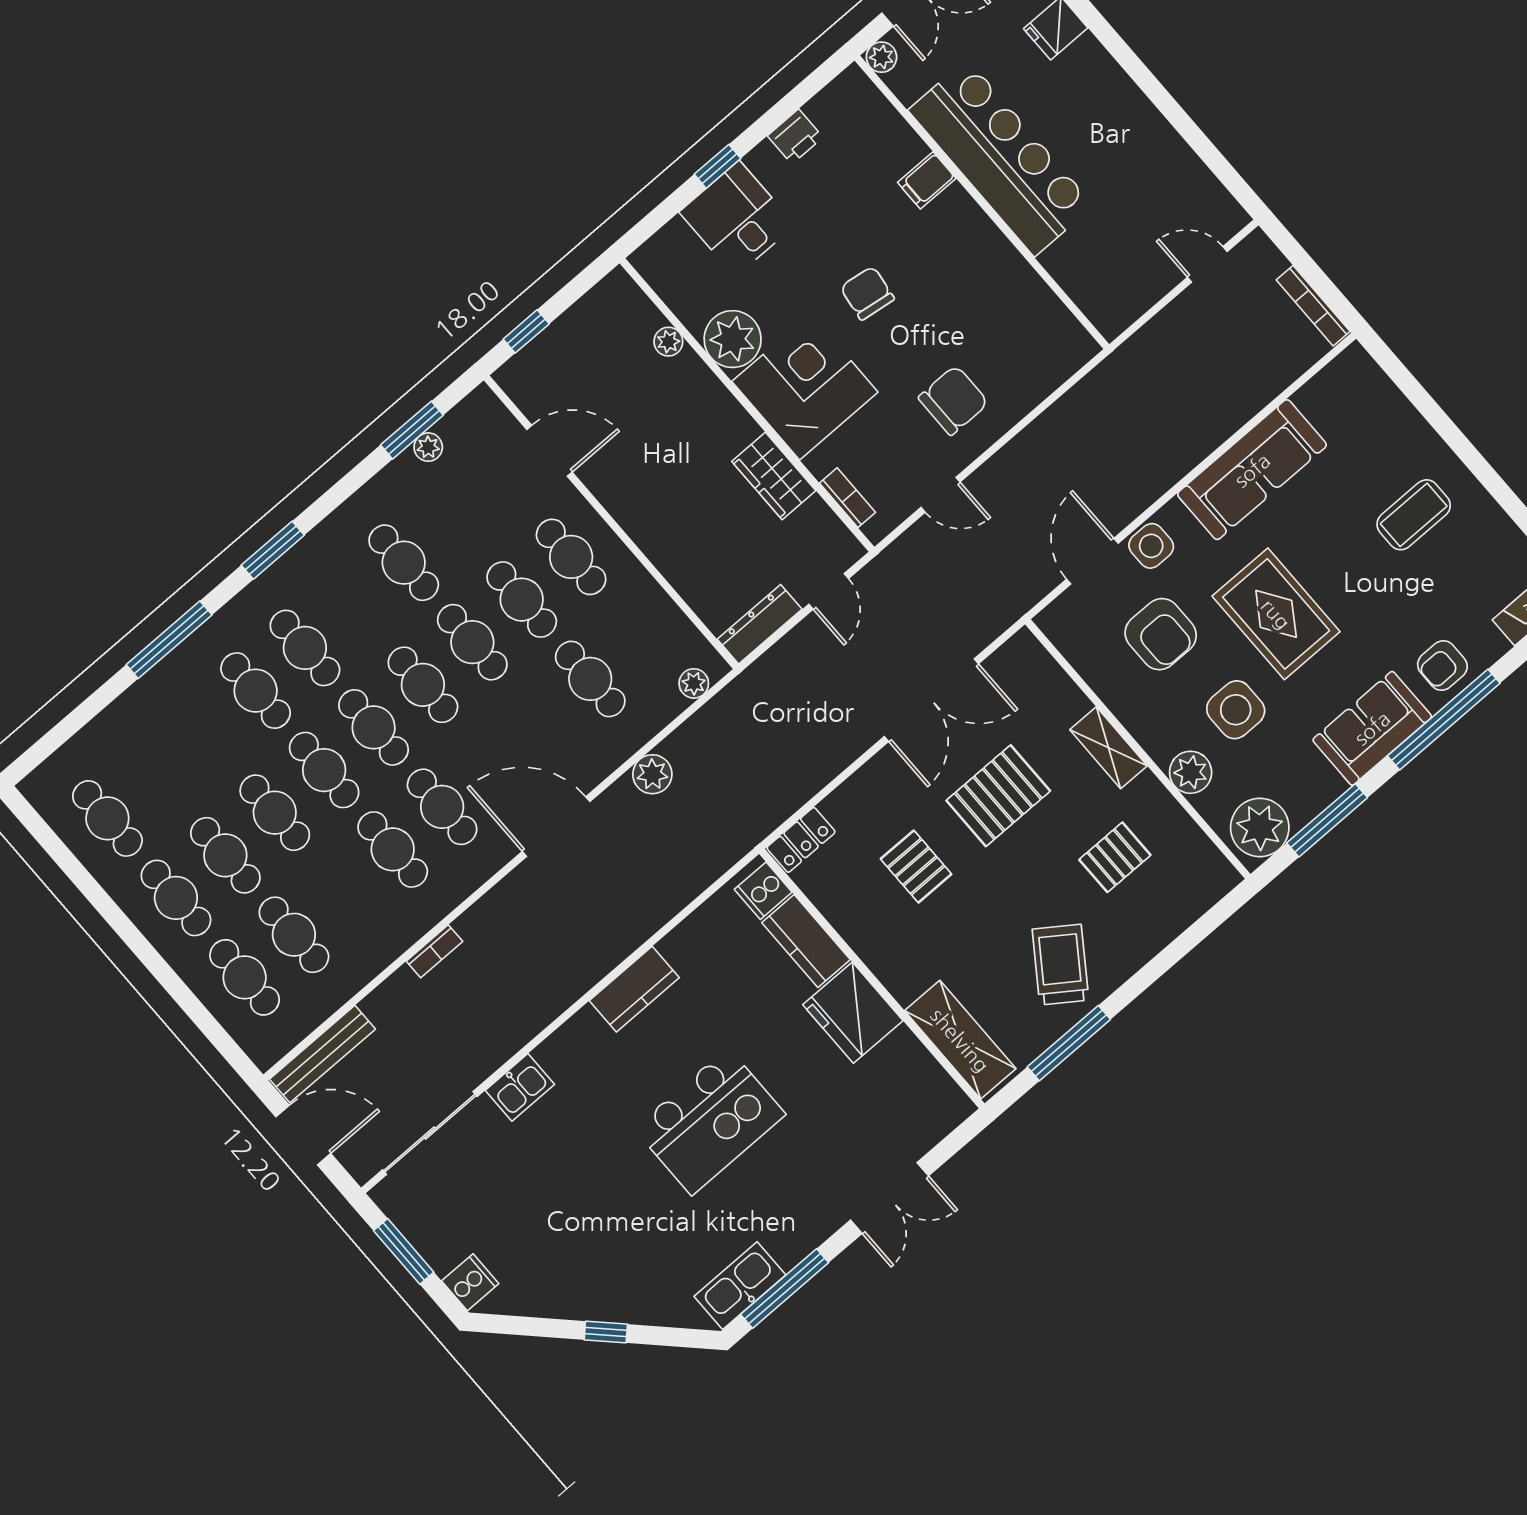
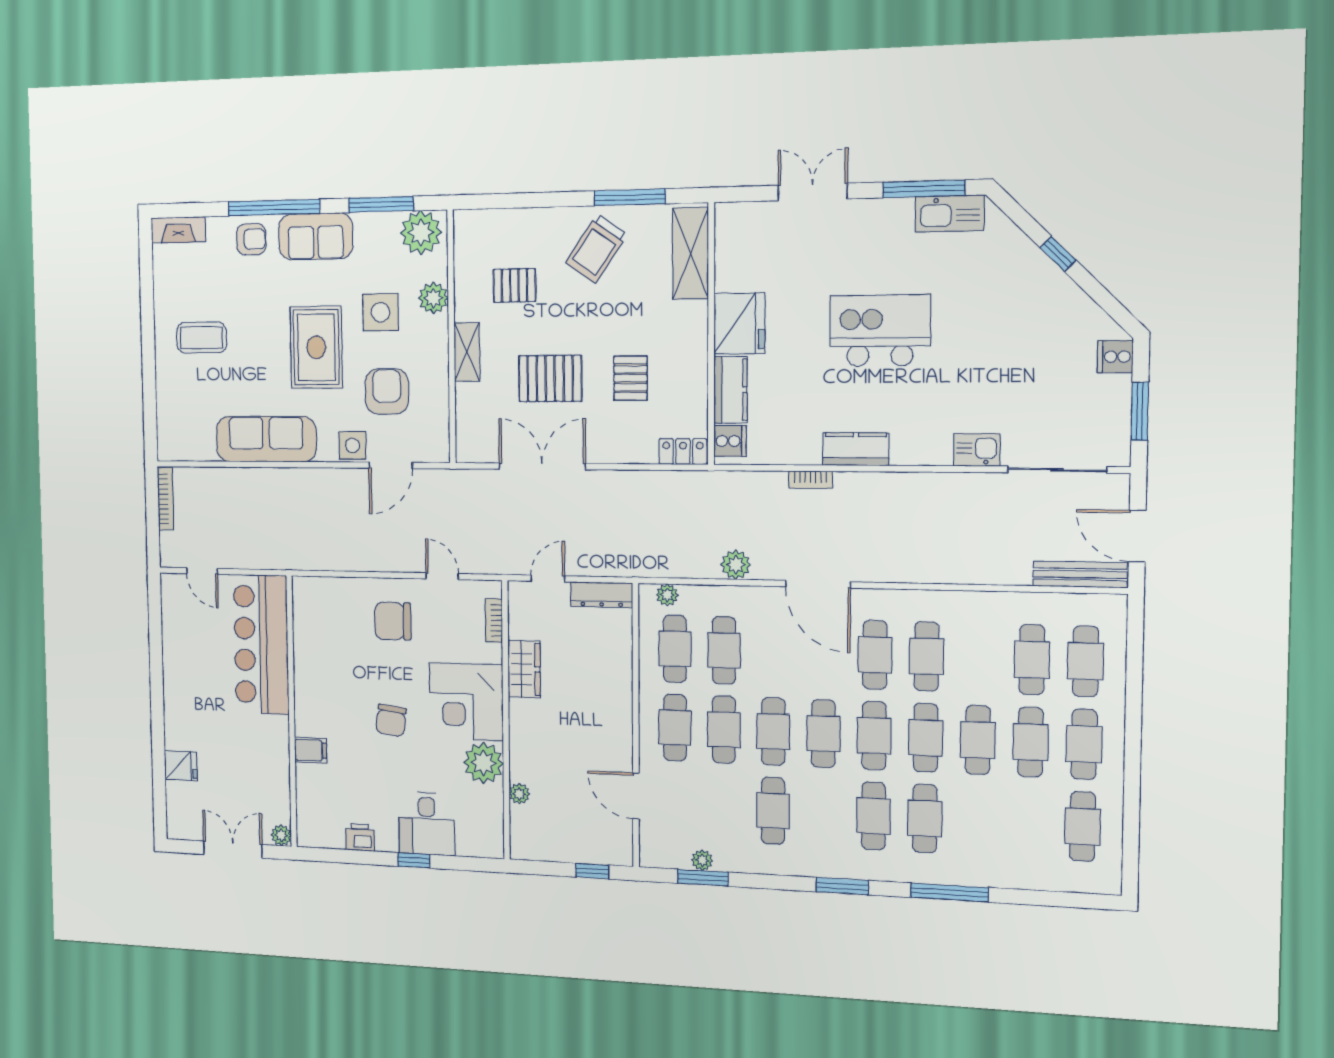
bar counter: (1001, 158) -> (261, 644), moved
cafe table: (640, 636) -> (675, 649), added
bookcase: (434, 951) -> (810, 480), moved, turned 180

